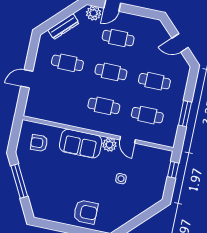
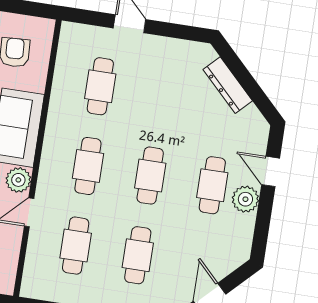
plant: (94, 13) -> (245, 199), moved
cafe table: (67, 63) -> (100, 86), moved

